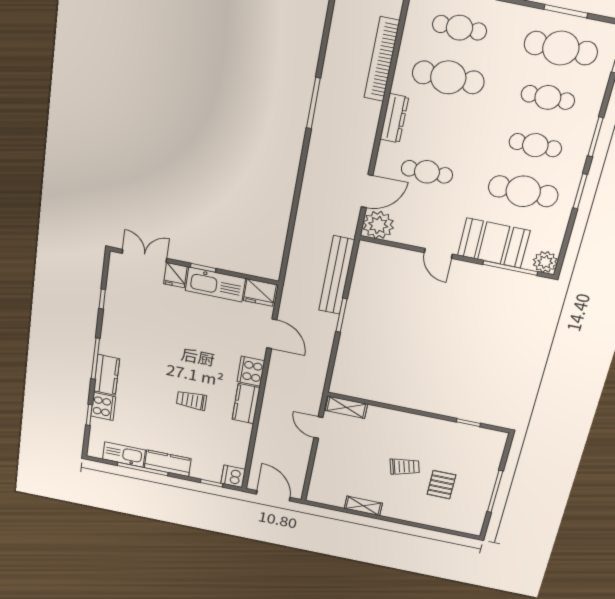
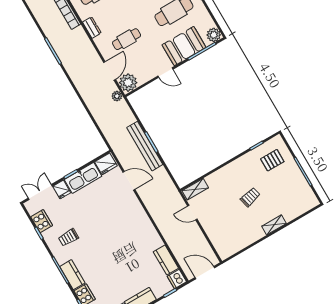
dresser: (394, 118) -> (92, 28), width x0.70
plant: (348, 228) -> (117, 96), added
bench: (337, 275) -> (145, 146), moved
cooker: (251, 371) -> (42, 221), moved, turned 180
trolley: (192, 400) -> (68, 237), moved
kitchen counter: (246, 404) -> (166, 260), moved
pallet: (441, 485) -> (272, 160), moved, turned 90
shelving: (363, 506) -> (274, 225), moved

